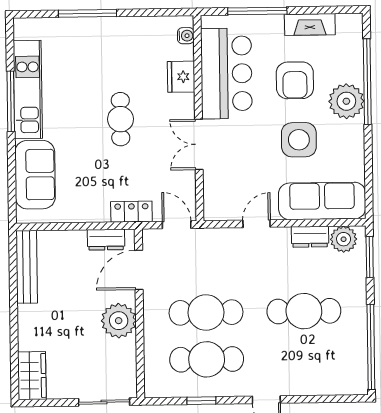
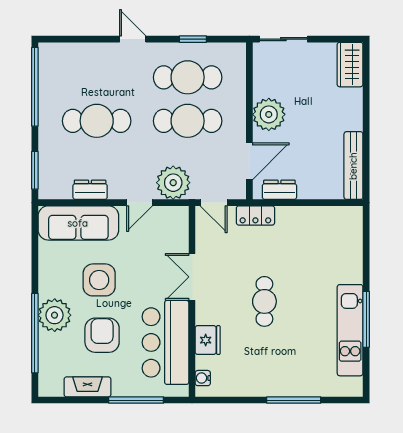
double door: (199, 144) -> (192, 277), swing flipped
sofa: (35, 175) -> (345, 251), removed
plant: (344, 239) -> (173, 183), moved, width x1.36, depth x1.36

